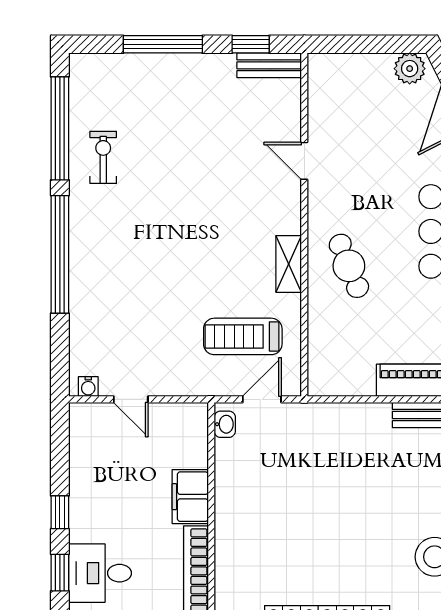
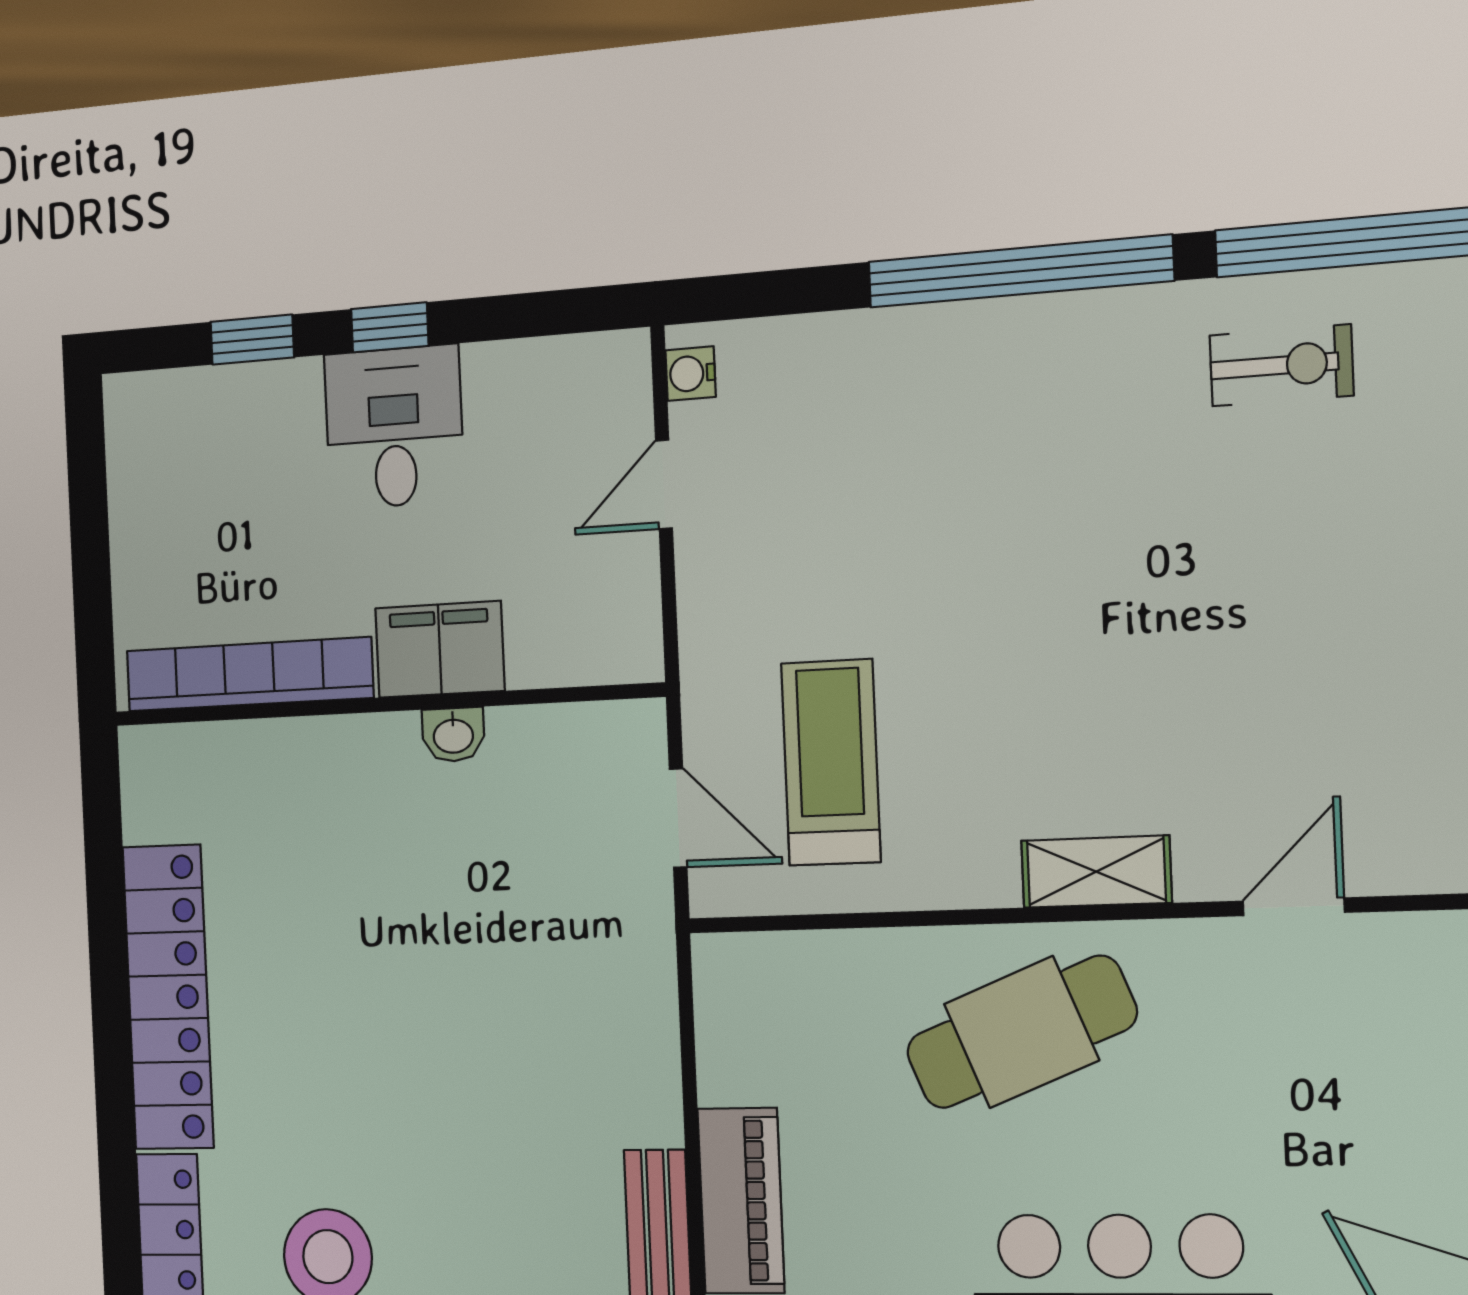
shelving: (289, 264) -> (1096, 872), moved
cafe table: (349, 266) -> (1021, 1032), width x1.37, depth x1.35
washbasin: (225, 424) -> (453, 735), moved
desk: (100, 573) -> (394, 427), moved

